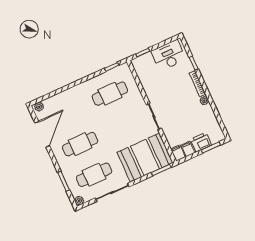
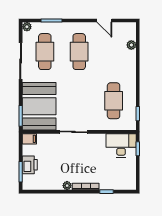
desk: (169, 55) -> (121, 145), moved, turned -90
plant: (39, 107) -> (131, 45), moved
door: (42, 134) -> (104, 20), width x0.53
filing cabinet: (188, 149) -> (29, 150), removed

